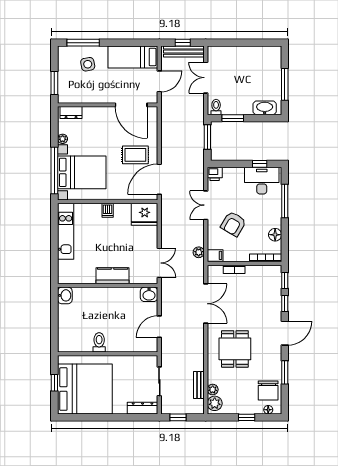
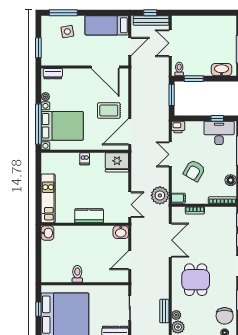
kitchen unit: (66, 231) -> (48, 198), moved
plant: (199, 252) -> (160, 195), width x1.87, depth x1.87

